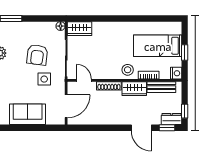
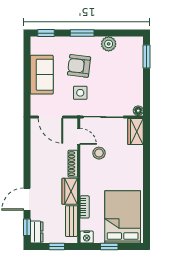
bed: (158, 46) -> (123, 217), width x1.50
armchair: (37, 55) -> (79, 66), moved
stool: (128, 70) -> (99, 153), moved
door: (84, 80) -> (79, 136), hinge flipped
window: (185, 111) -> (57, 246), moved

